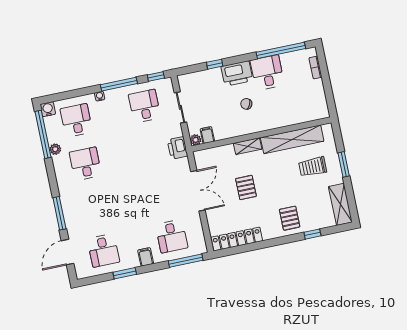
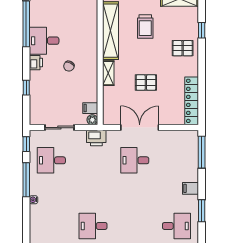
printer: (237, 73) -> (36, 63), width x0.53, depth x0.68
desk: (76, 120) -> (51, 226), removed
trolley: (313, 167) -> (145, 26), moved
desk: (172, 236) -> (135, 160), moved, turned 180

